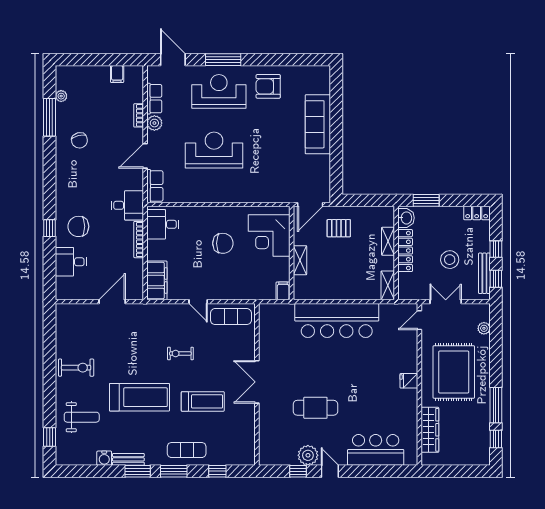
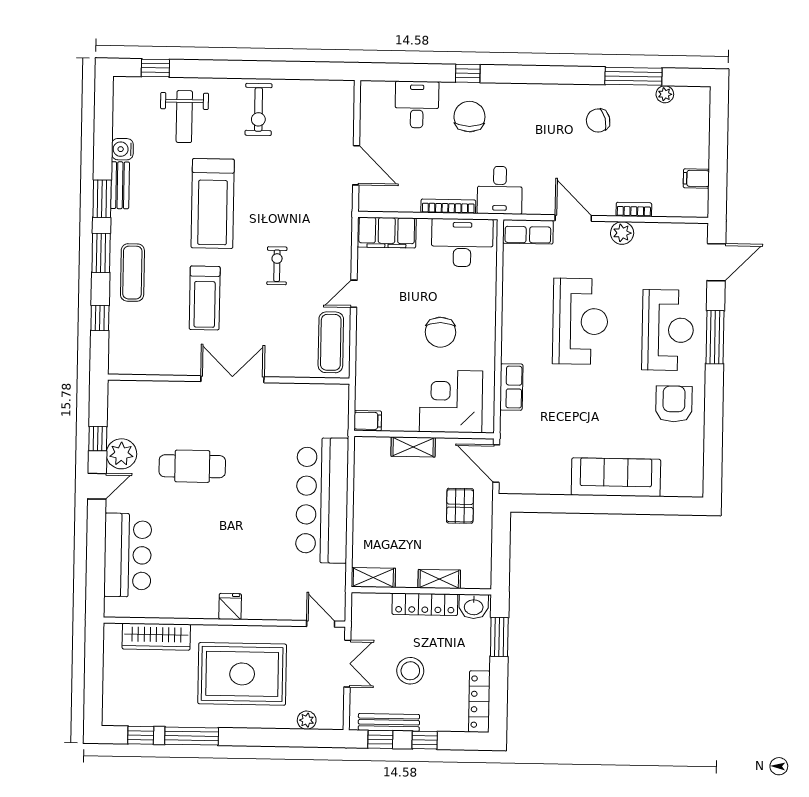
row of seats: (154, 99) -> (511, 387), moved, turned -90
locker: (477, 213) -> (479, 702), width x1.53
desk: (163, 224) -> (462, 243), width x1.37
cafe table: (315, 408) -> (192, 466), turned 90

